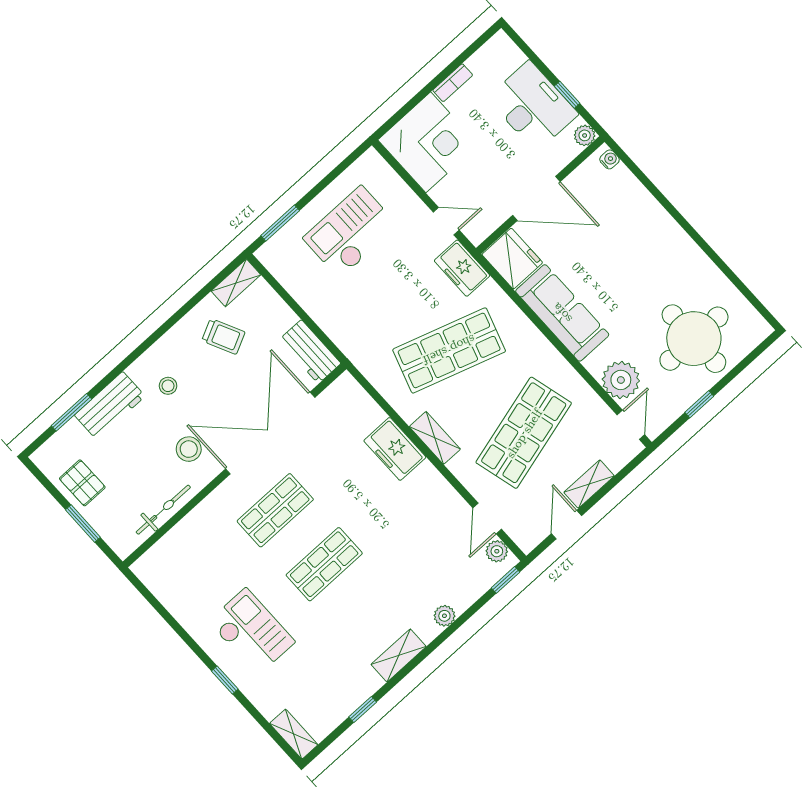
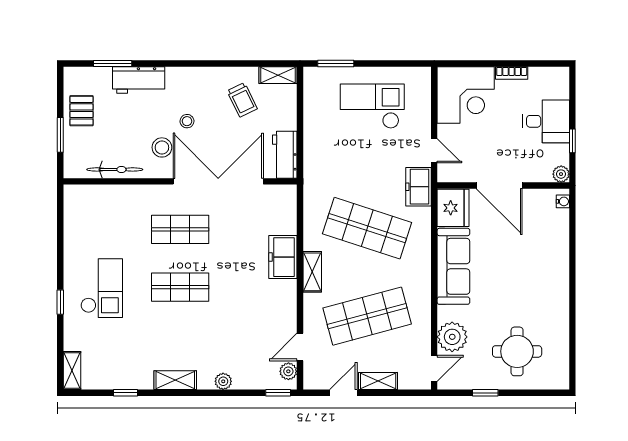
desk: (533, 106) -> (546, 121), width x0.73
round table: (694, 339) -> (517, 351), width x0.73, depth x0.73
stool: (168, 386) -> (187, 121), moved

